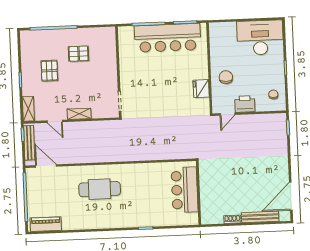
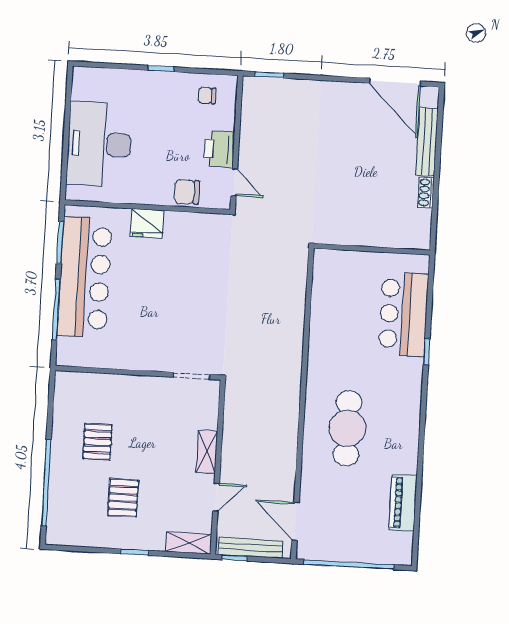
desk: (260, 38) -> (99, 144), moved
pallet: (49, 71) -> (123, 498), turned 90
chair: (226, 77) -> (187, 192), moved
fridge: (201, 89) -> (147, 223), moved
door: (46, 166) -> (295, 521), hinge flipped
bar counter: (185, 190) -> (403, 314), moved, turned 90
piano: (46, 224) -> (403, 503), moved

